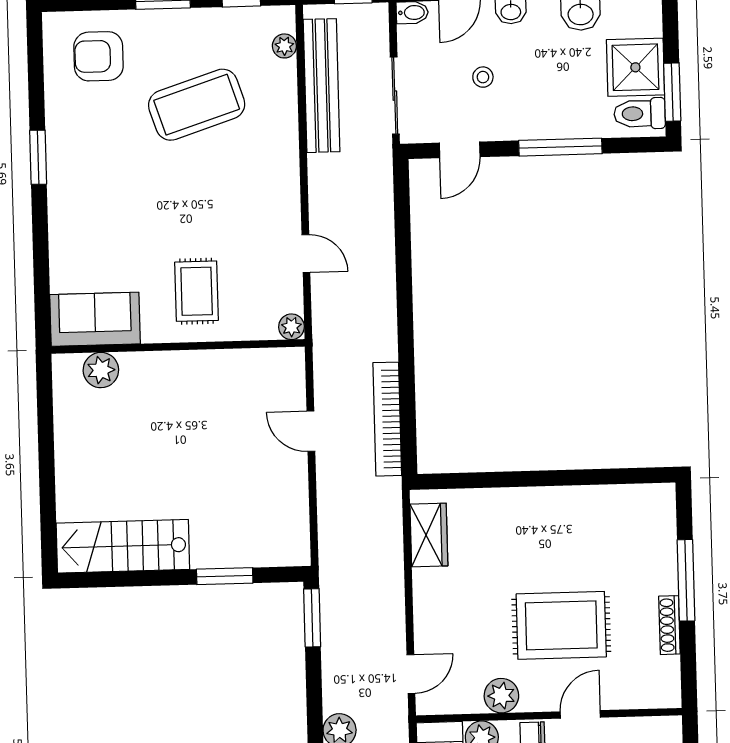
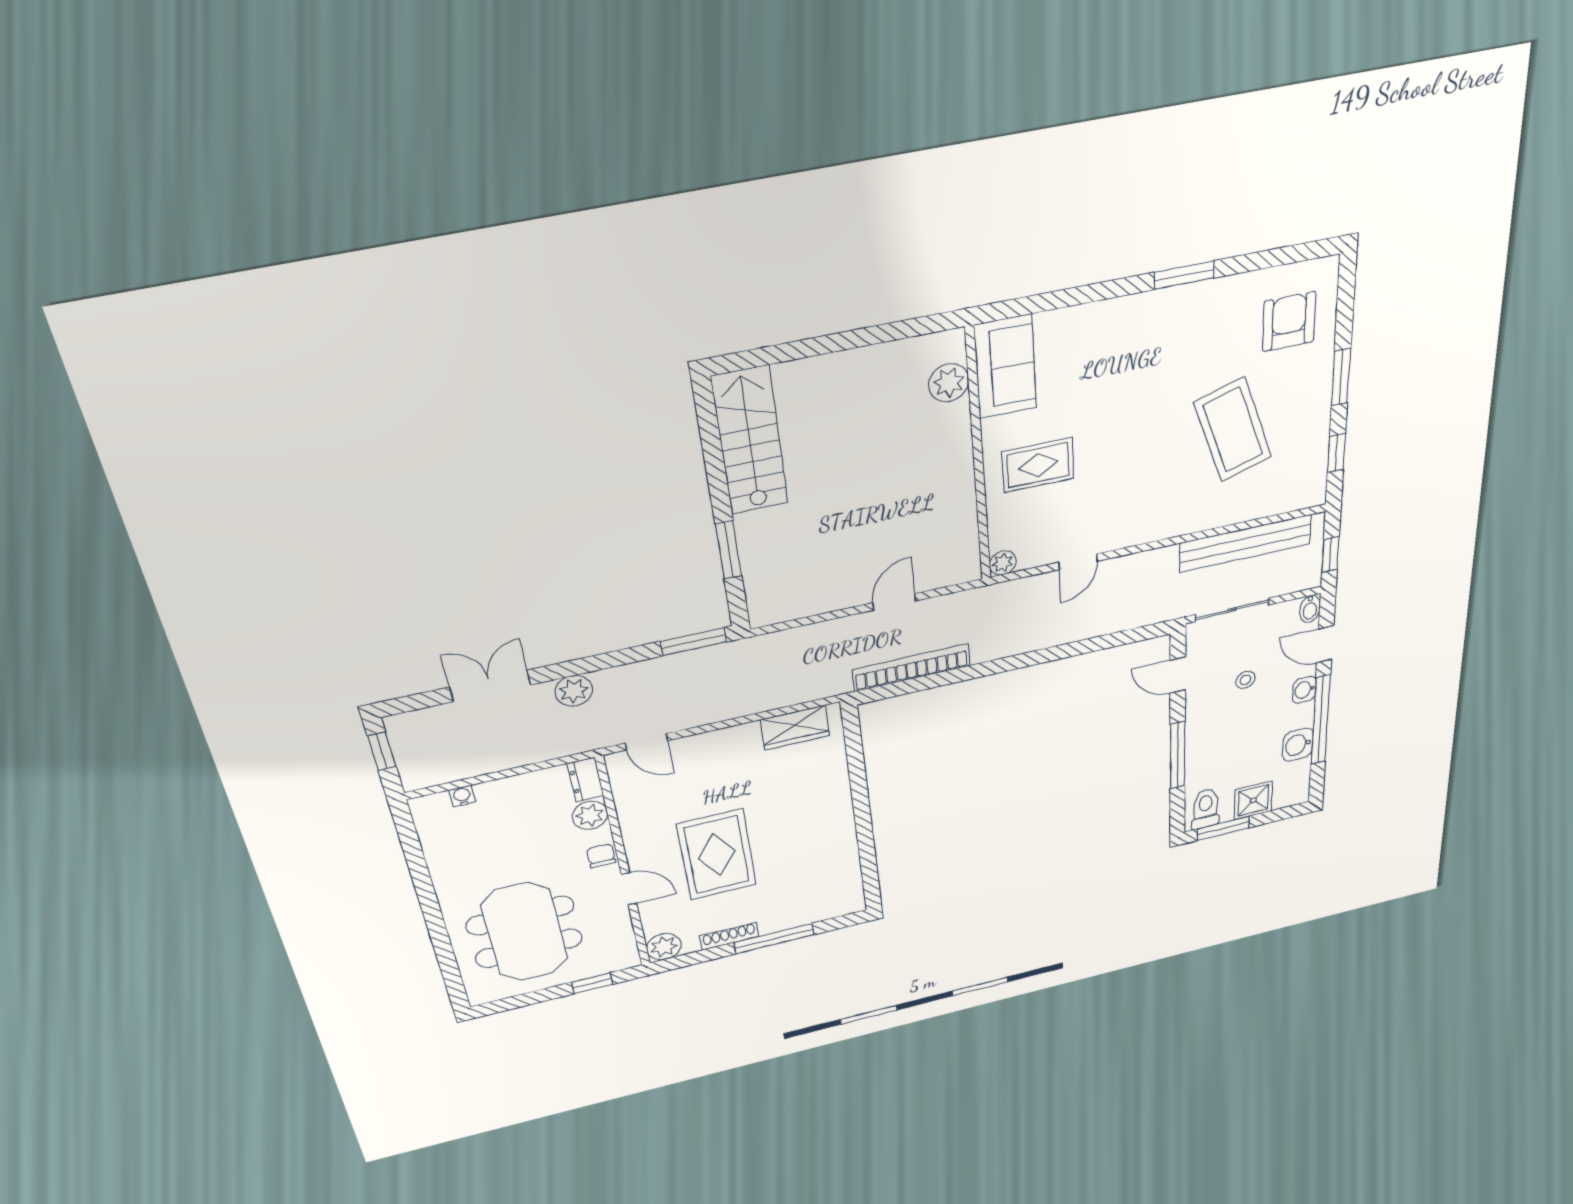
plant: (284, 46) -> (1287, 502), removed
shower: (635, 67) -> (1253, 800), width x0.73, depth x0.73
plant: (501, 696) -> (664, 947), moved

